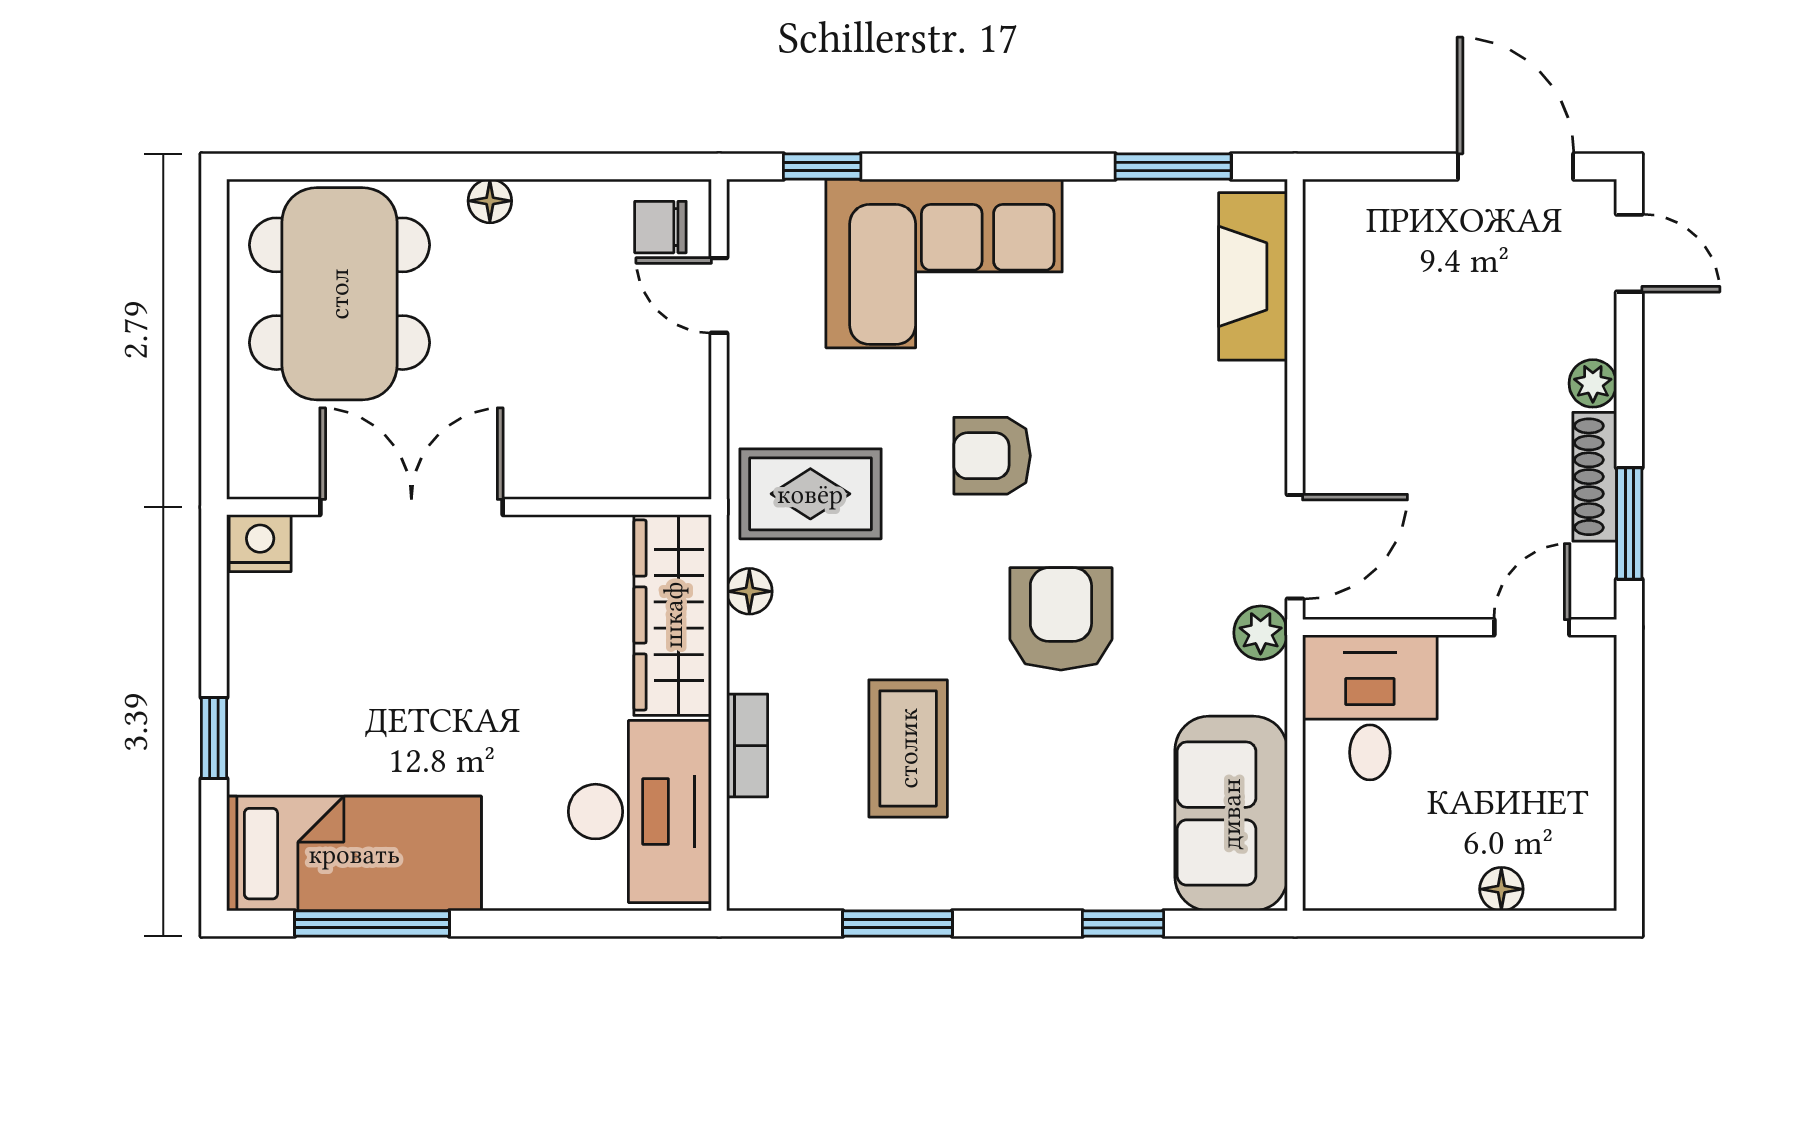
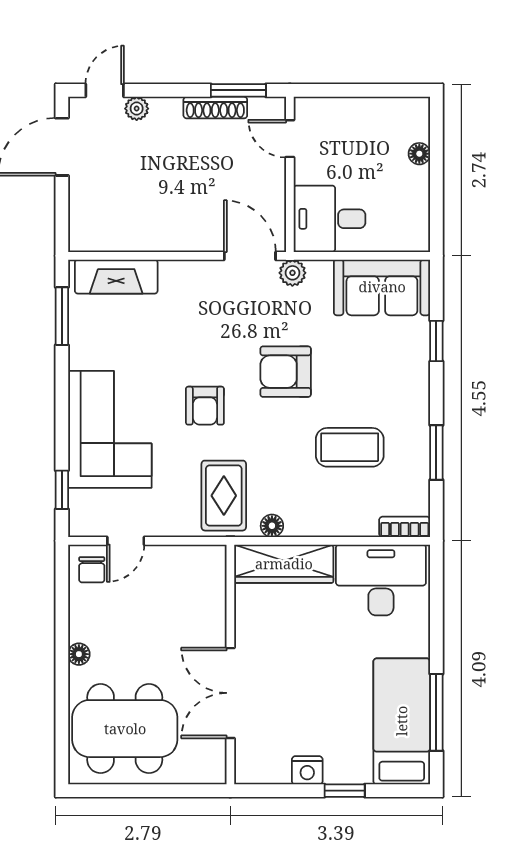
plant: (1593, 383) -> (137, 109), moved
nightstand: (260, 543) -> (307, 770), moved, turned -90
bookcase: (747, 746) -> (405, 527), moved

